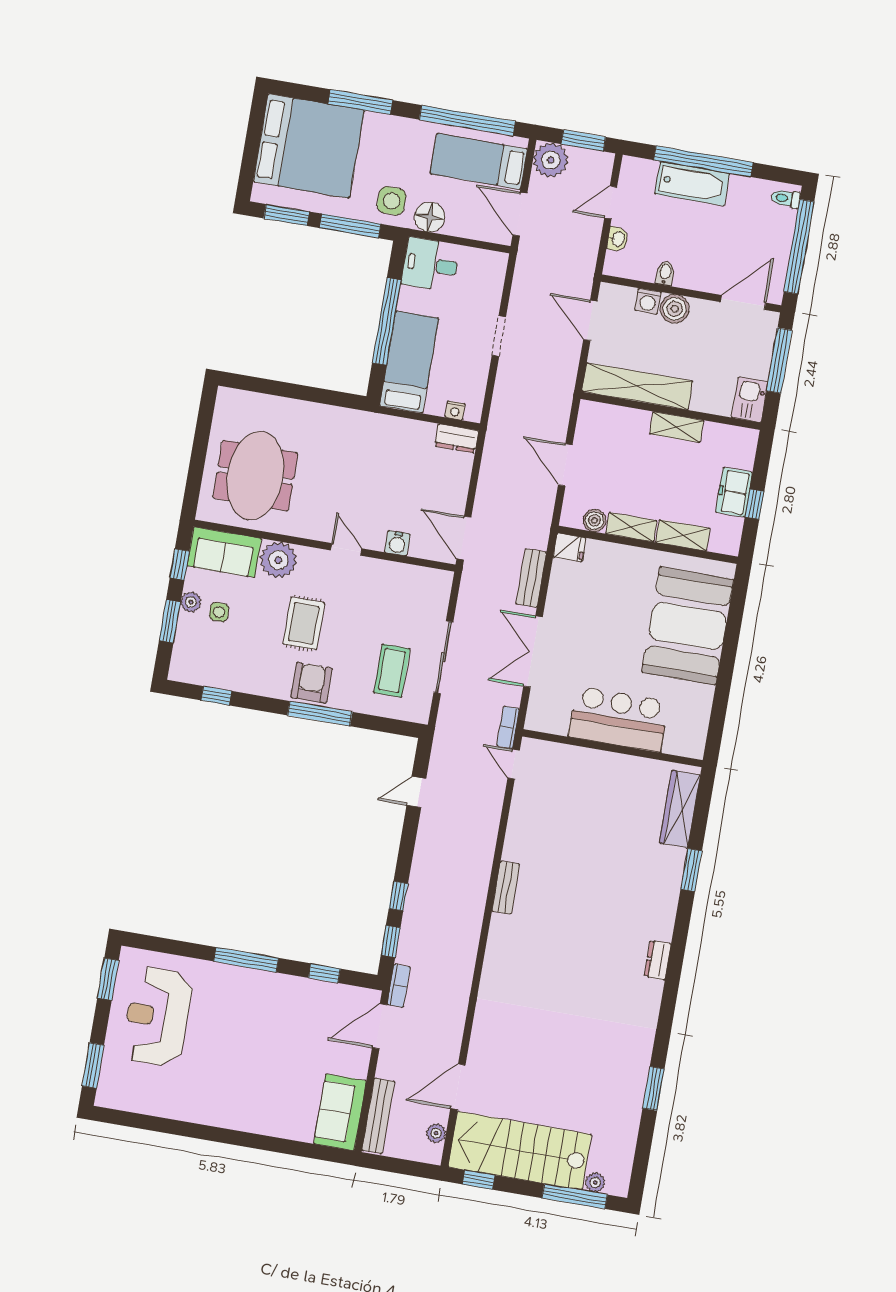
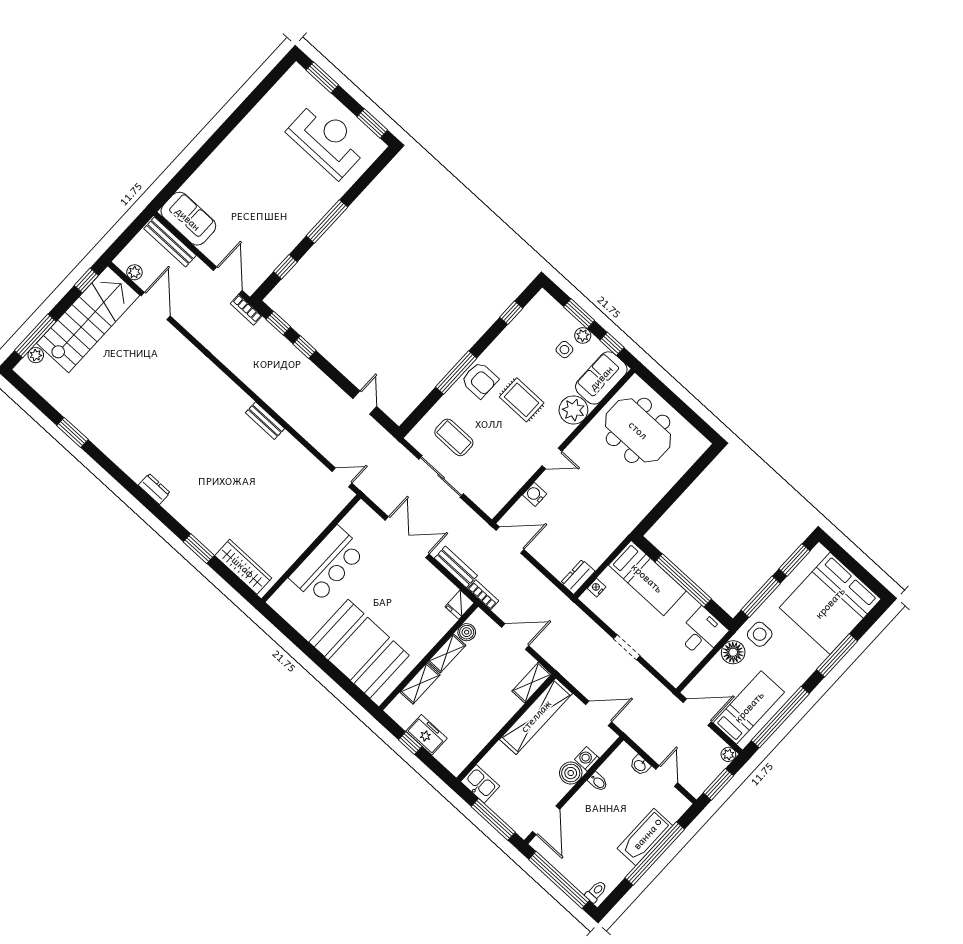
plant: (551, 160) -> (728, 754), width x0.53, depth x0.53
shelving: (677, 427) -> (532, 683), moved
bookcase: (508, 727) -> (483, 595), moved

